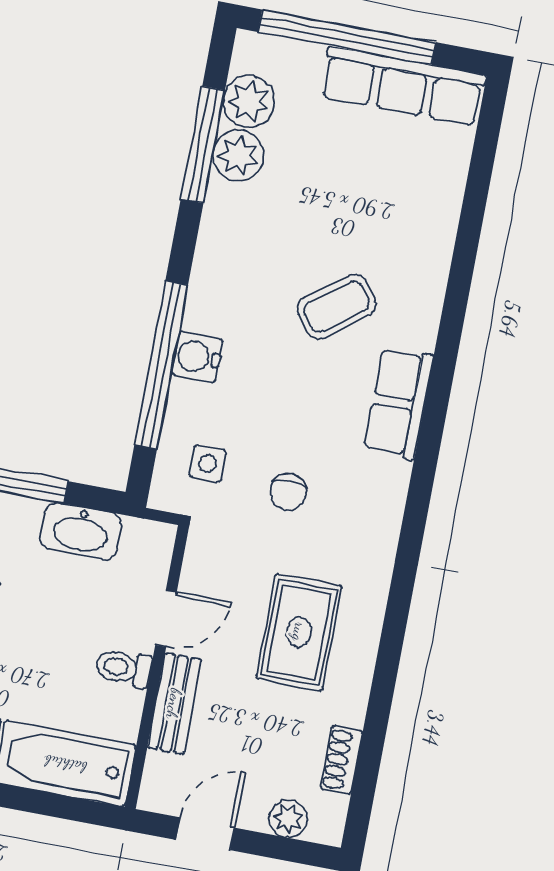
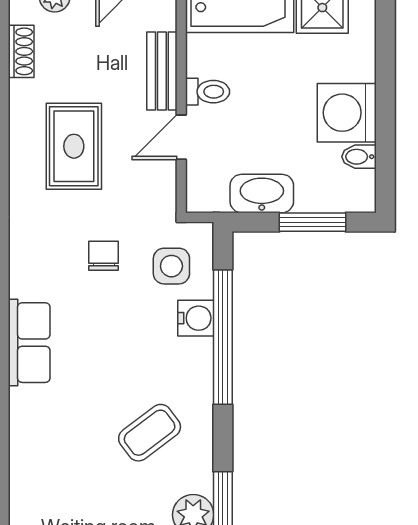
coffee table: (336, 307) -> (150, 433), moved
water cooler: (197, 357) -> (196, 318), moved
side table: (208, 464) -> (171, 266), width x1.37, depth x1.37

